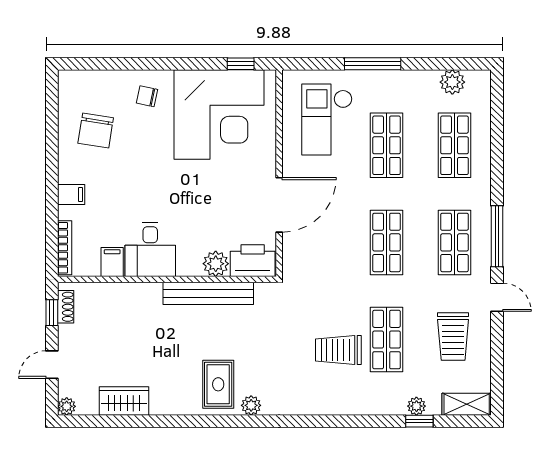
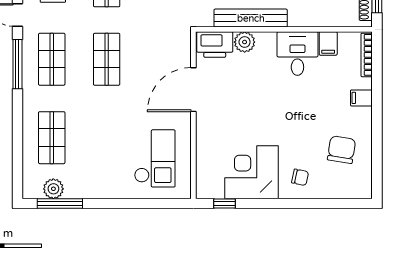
window: (373, 64) -> (60, 204), moved
corner desk: (219, 114) -> (252, 172), width x0.74, depth x0.74
shop shelf: (387, 145) -> (107, 138), removed

